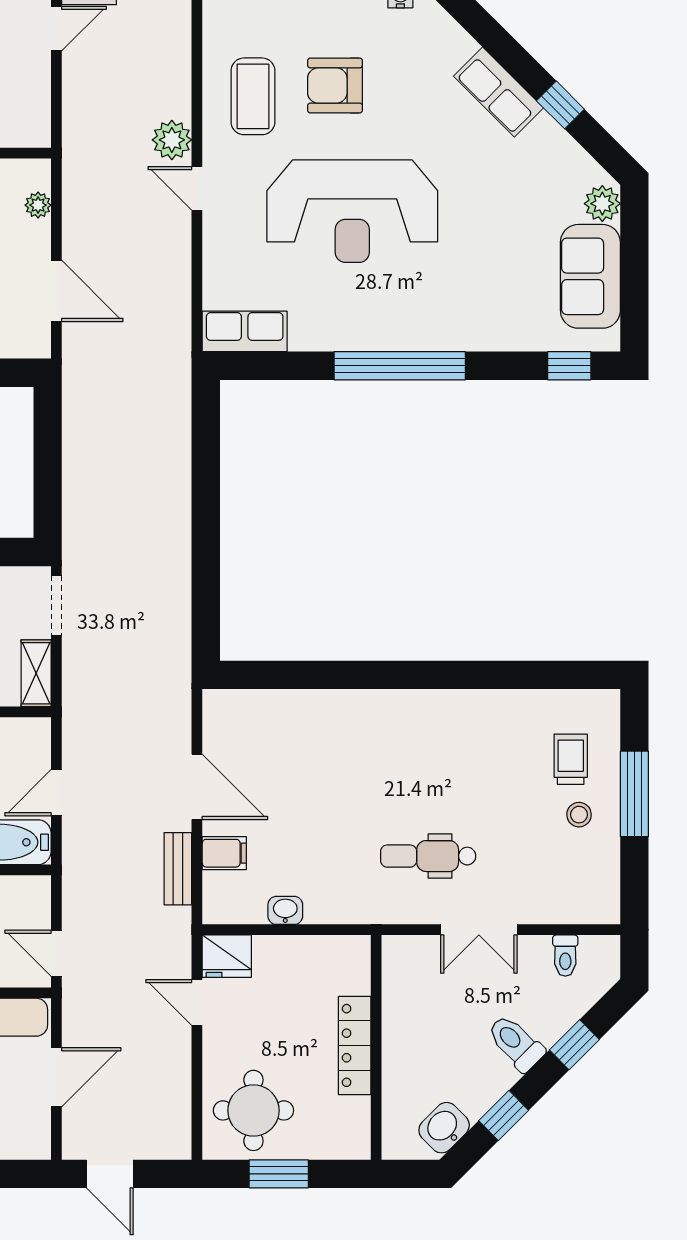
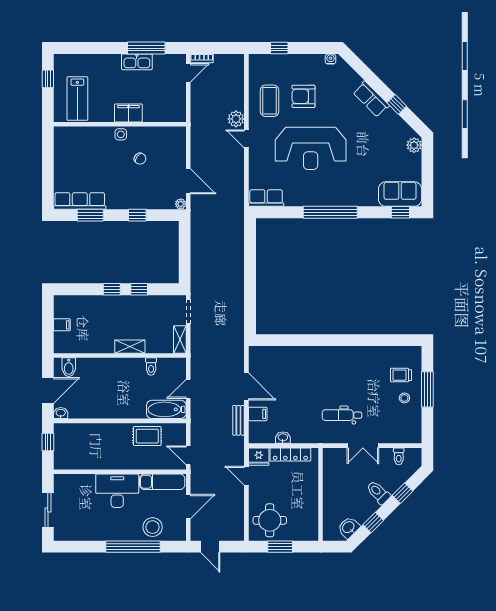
plant: (38, 205) -> (181, 204), moved
sofa: (590, 276) -> (400, 194), moved, turned 90
trolley: (571, 759) -> (401, 375), turned -90
locker: (355, 1045) -> (290, 454), moved, turned -90

